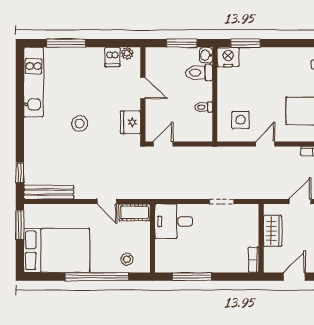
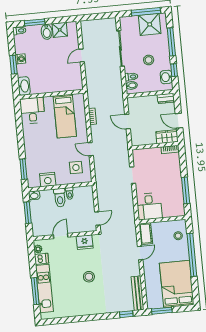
nightstand: (228, 57) -> (48, 180), moved, turned -90
toilet: (199, 73) -> (60, 198), moved
kitchen unit: (34, 82) -> (44, 288), moved, turned 90
door: (163, 144) -> (97, 219), swing flipped
wardrobe: (273, 231) -> (167, 137), moved

